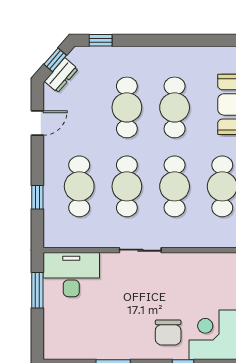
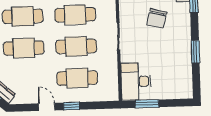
door: (37, 123) -> (47, 107), moved
window: (37, 197) -> (72, 106), moved
chair: (168, 332) -> (157, 18), moved, turned 104

